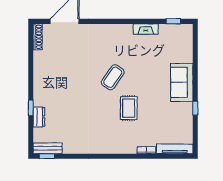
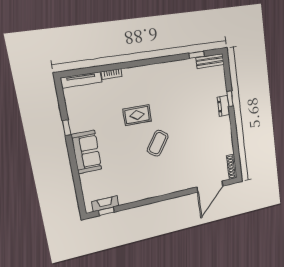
fireplace: (146, 29) -> (105, 204), moved
rug: (129, 108) -> (137, 115), turned 90
dresser: (39, 117) -> (223, 106), moved
window: (47, 156) -> (197, 55), moved

